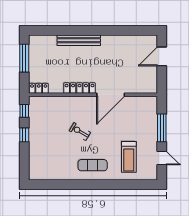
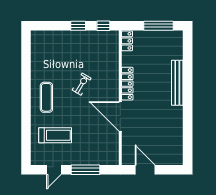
door: (162, 56) -> (145, 170), moved
treadmill: (129, 157) -> (55, 135), turned 180

